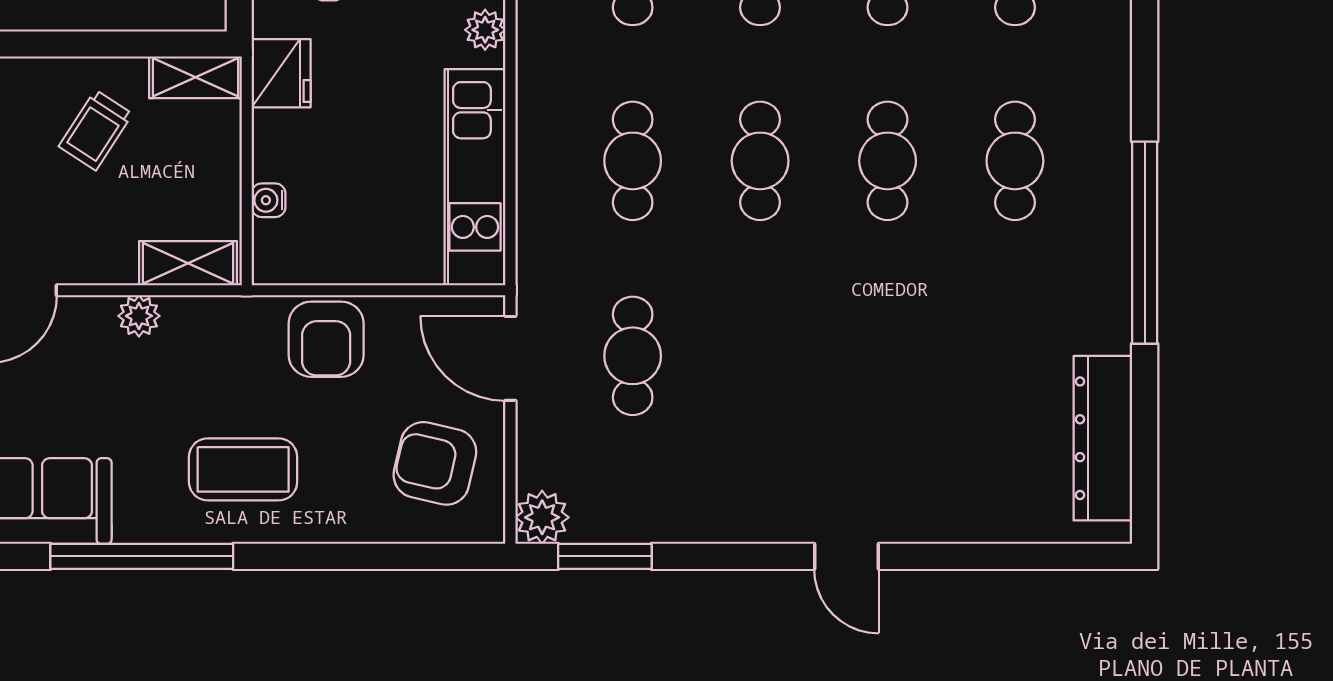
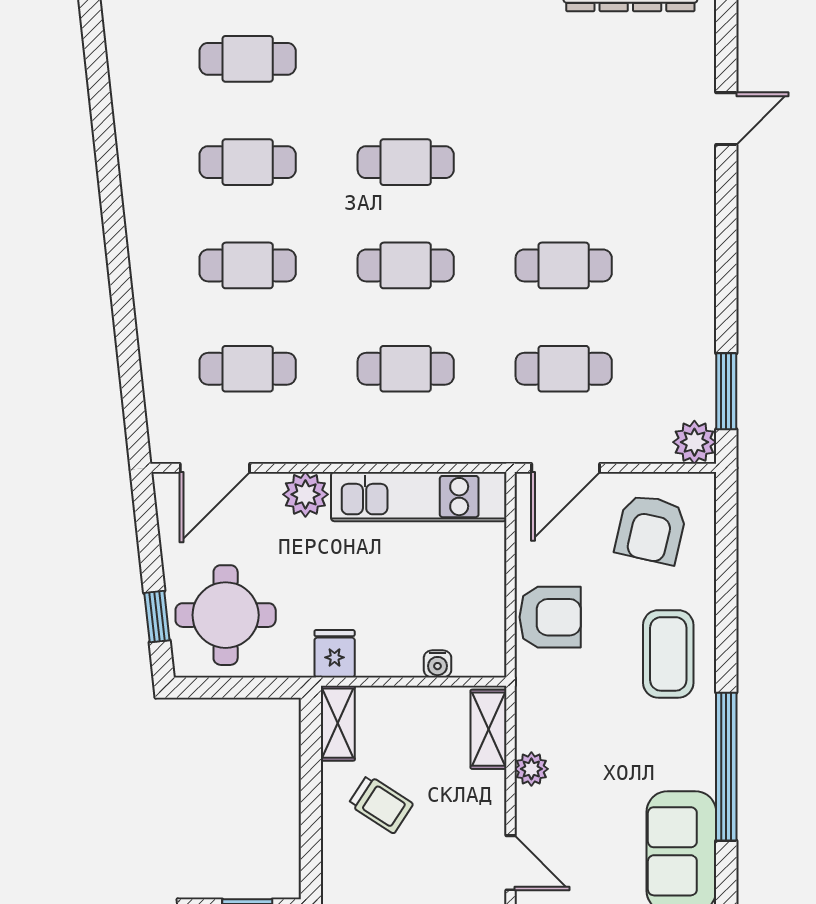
plant: (485, 30) -> (305, 494), width x1.38, depth x1.38
fridge: (281, 73) -> (335, 654), width x0.72
cafe table: (1015, 161) -> (564, 265), moved
coffee table: (243, 469) -> (668, 654), moved
door: (846, 556) -> (726, 119), moved

